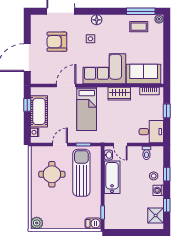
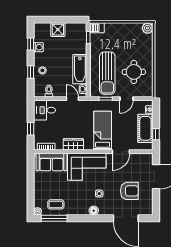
washing machine: (158, 190) -> (38, 47), moved
shower: (156, 216) -> (58, 30), moved

